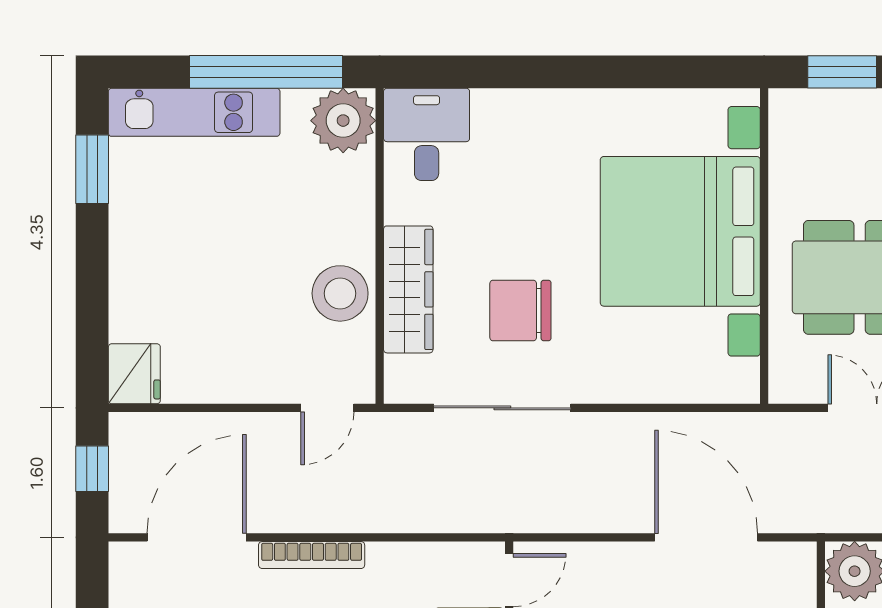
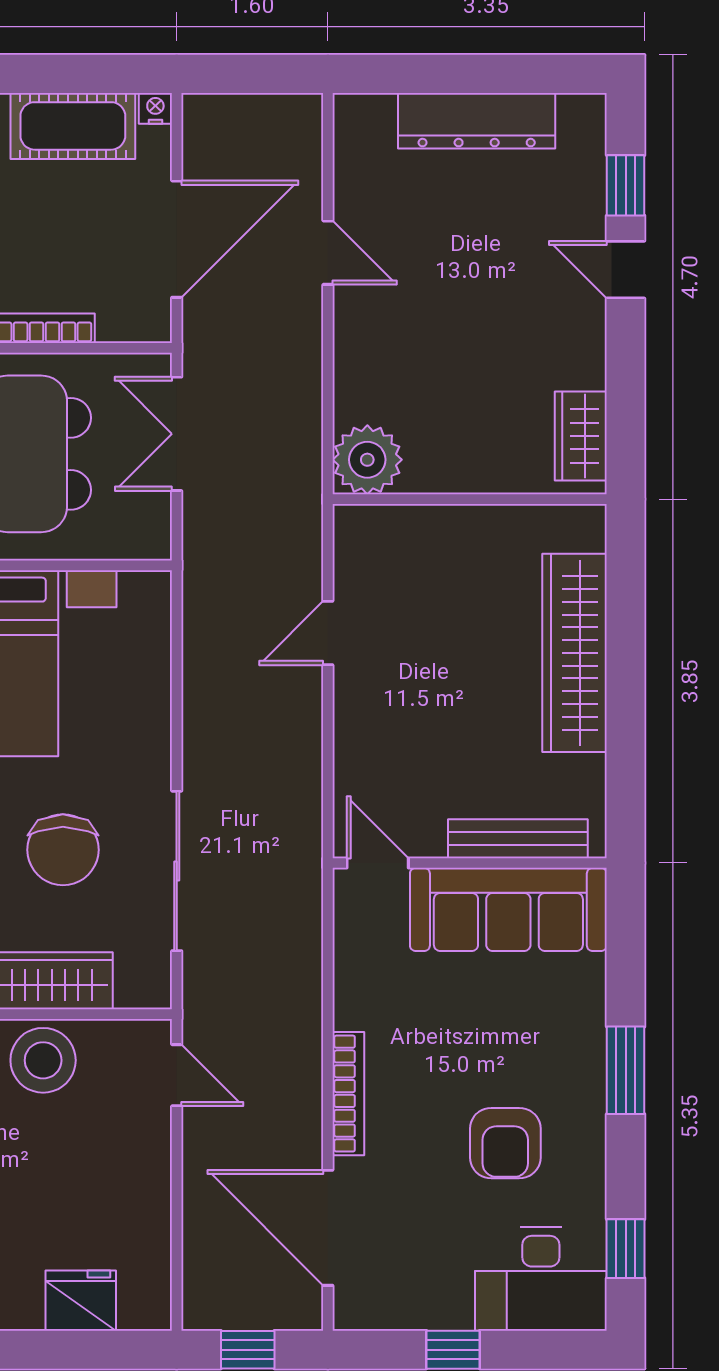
fridge: (134, 374) -> (81, 1301), moved
door: (706, 537) -> (328, 633), width x0.53

